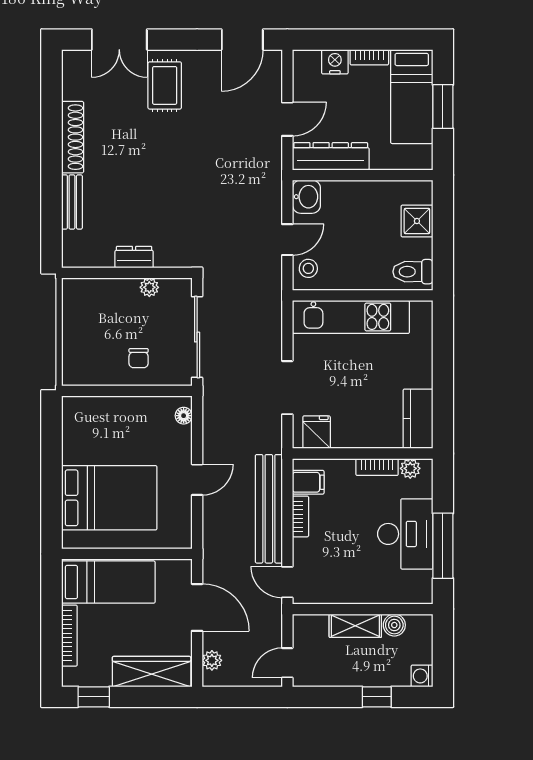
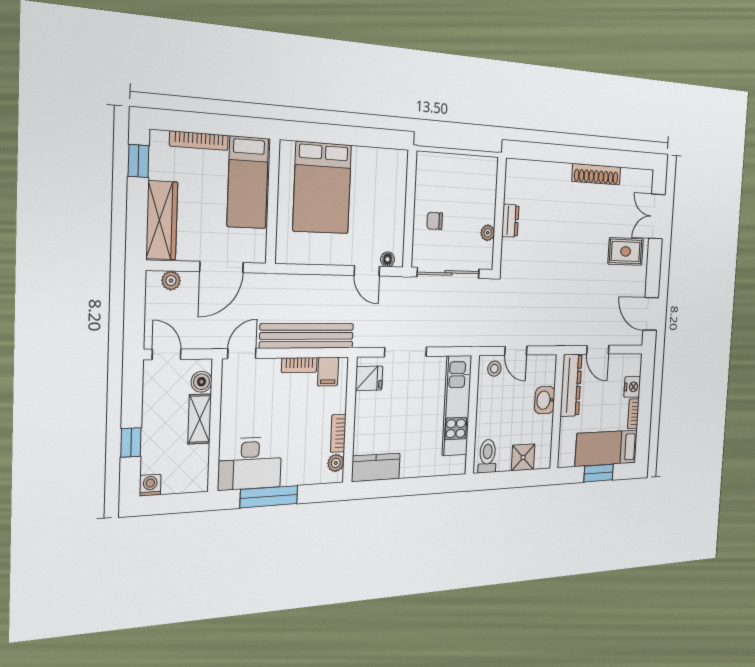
washbasin: (306, 197) -> (545, 400), moved, turned 90
bench: (72, 202) -> (552, 170), removed
door: (197, 480) -> (367, 271), moved
desk: (405, 534) -> (250, 463), moved
boiler: (394, 625) -> (202, 382), moved

